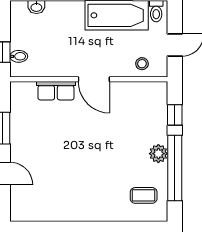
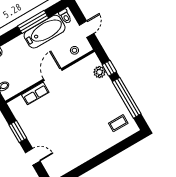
door: (94, 79) -> (53, 75), swing flipped
plant: (158, 154) -> (99, 72), moved

